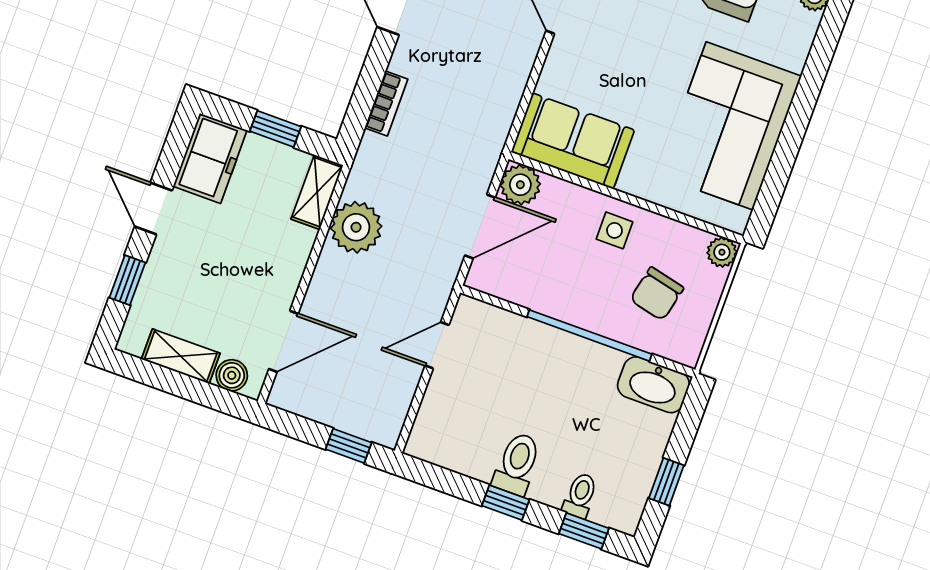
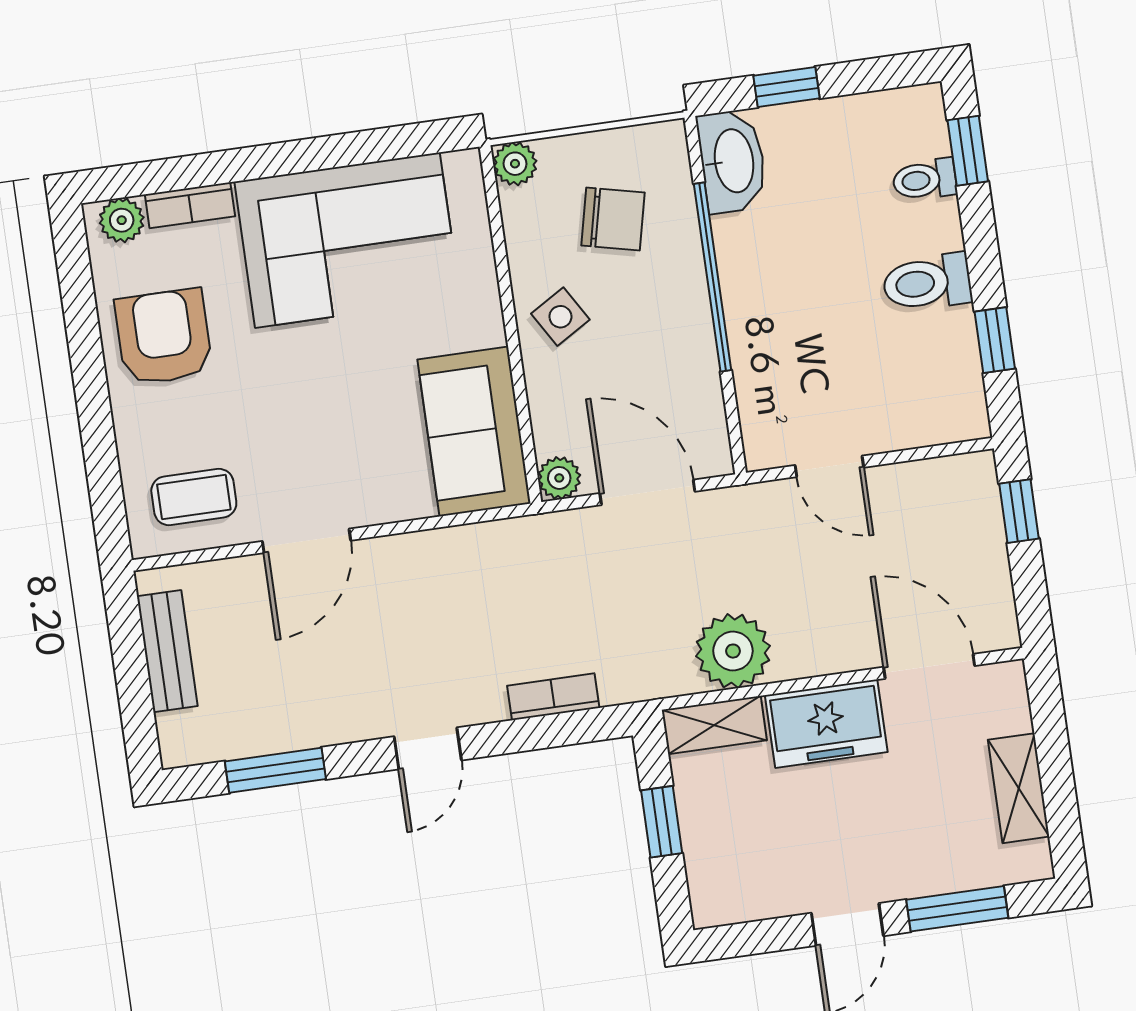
bookcase: (802, 42) -> (190, 205), added
freezer: (210, 158) -> (826, 724), moved, turned 180
plant: (520, 185) -> (559, 478), width x0.73, depth x0.73
side table: (614, 230) -> (560, 317), turned -31
window: (127, 280) -> (957, 909), width x1.50
boiler: (232, 375) -> (1008, 710), removed
window: (666, 482) -> (786, 87), moved
window: (506, 503) -> (995, 340), moved

